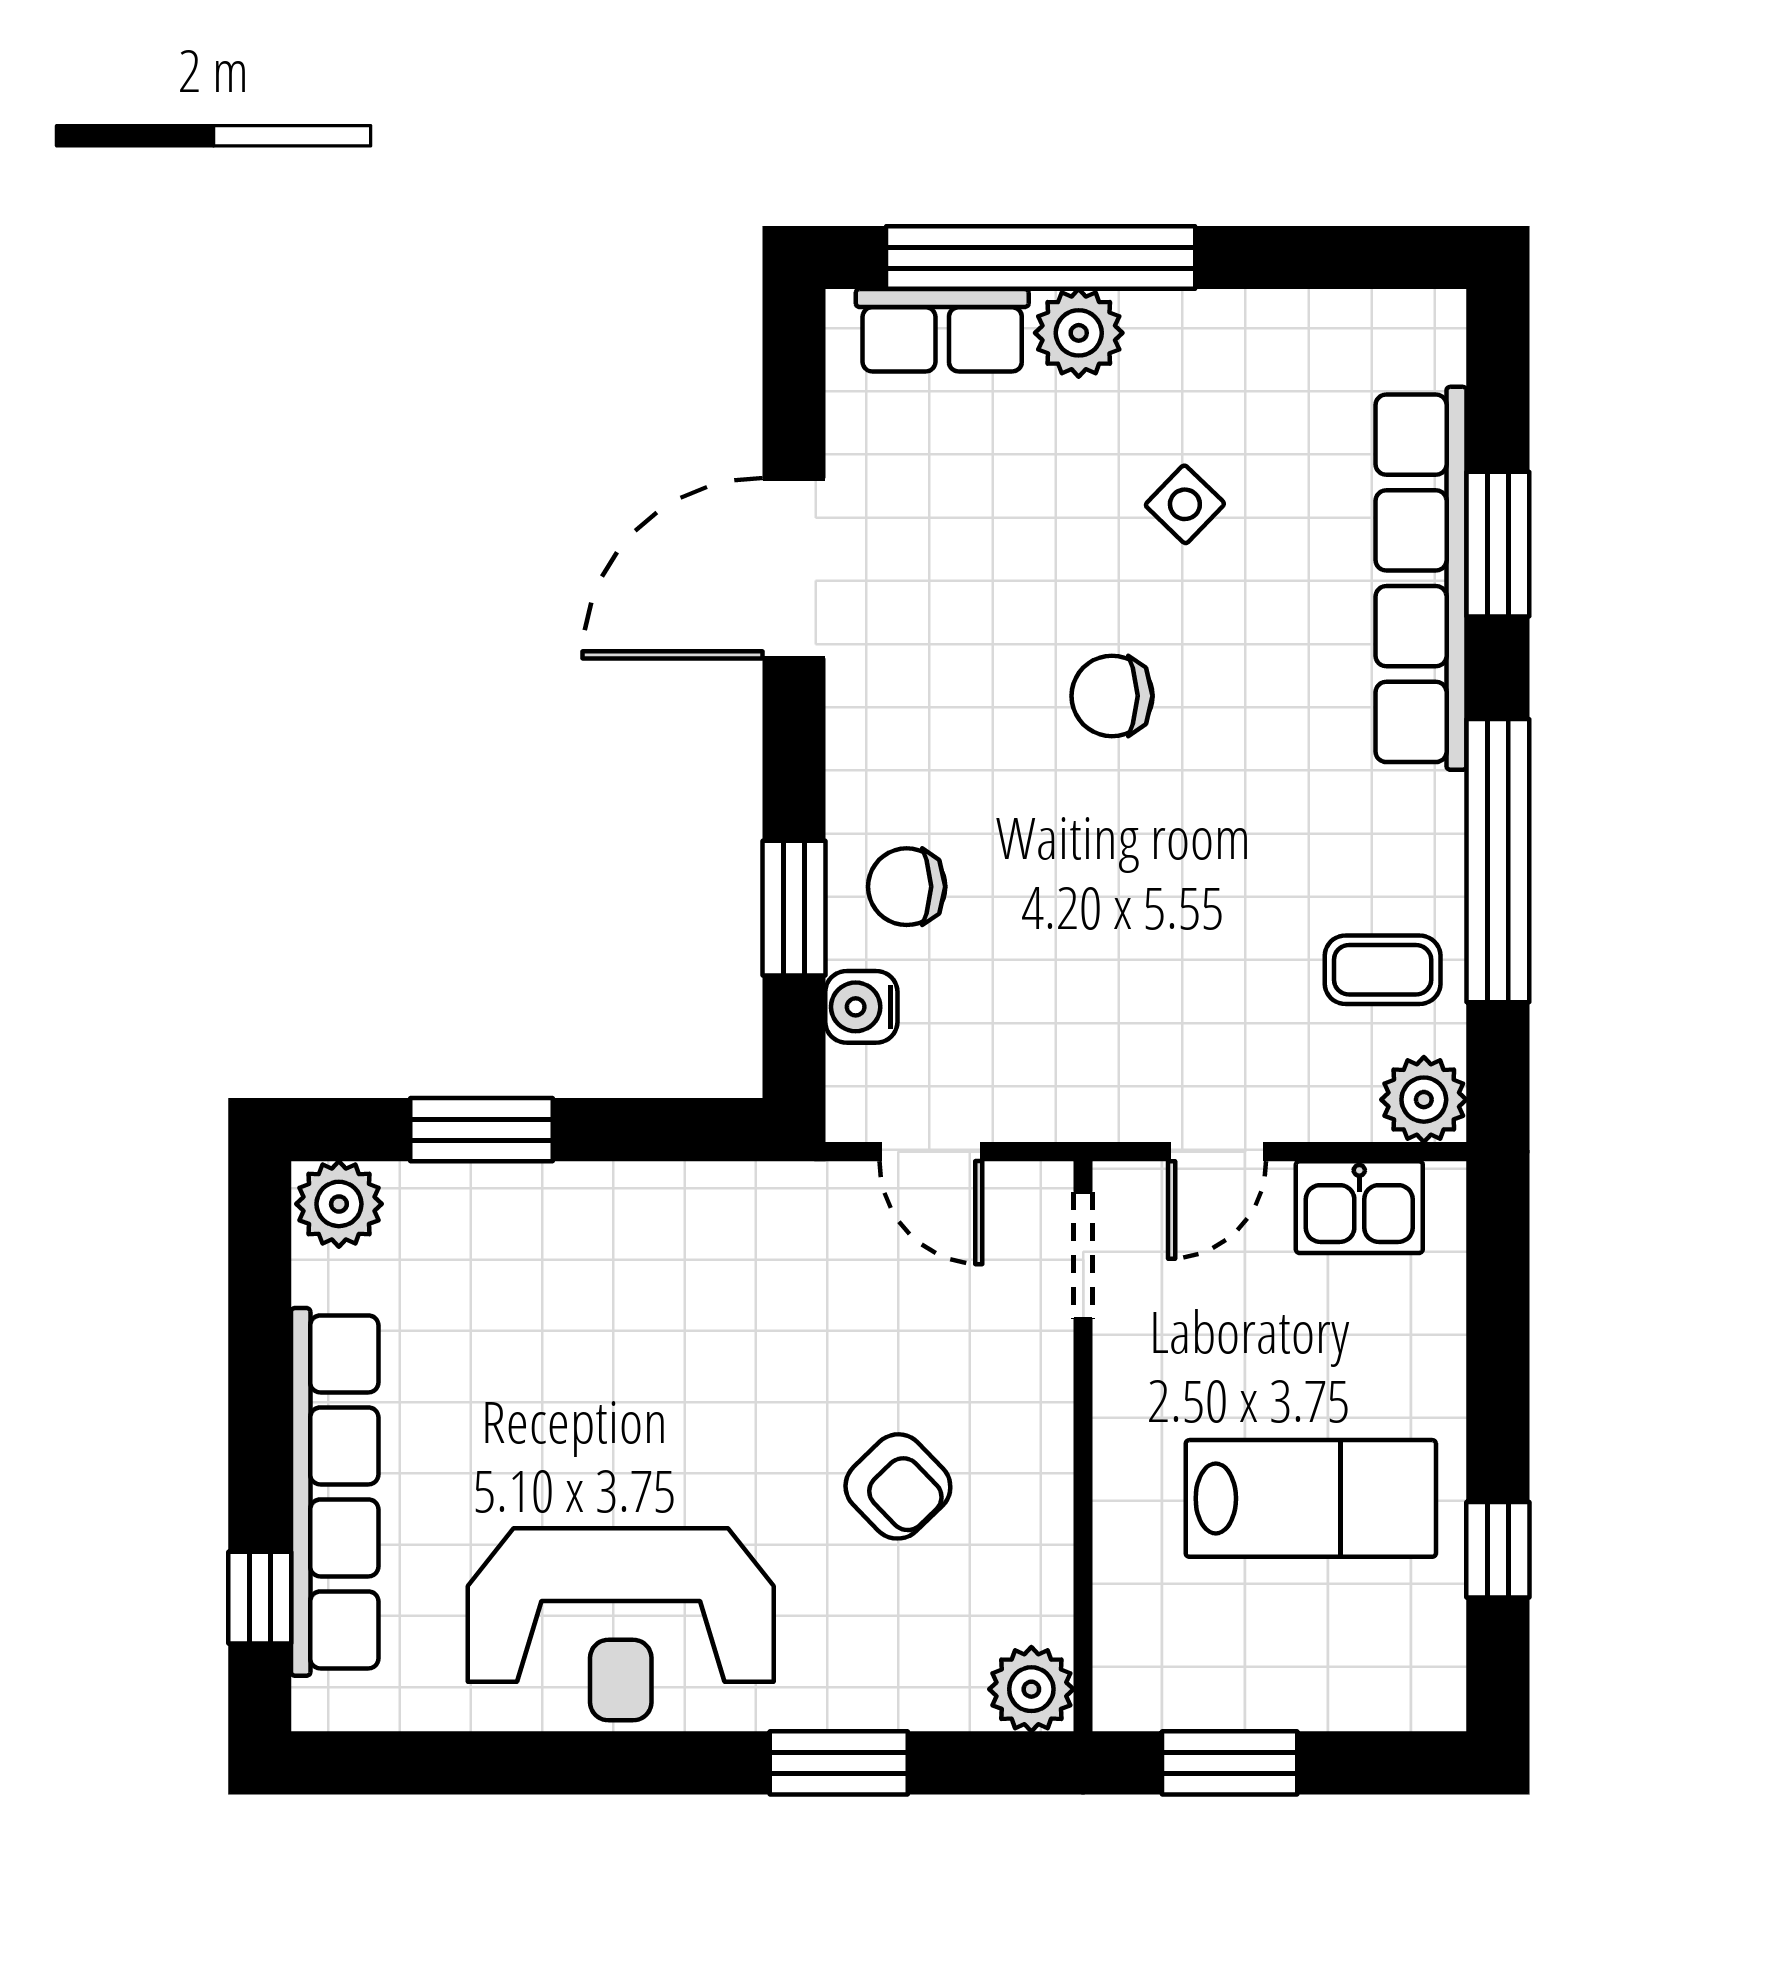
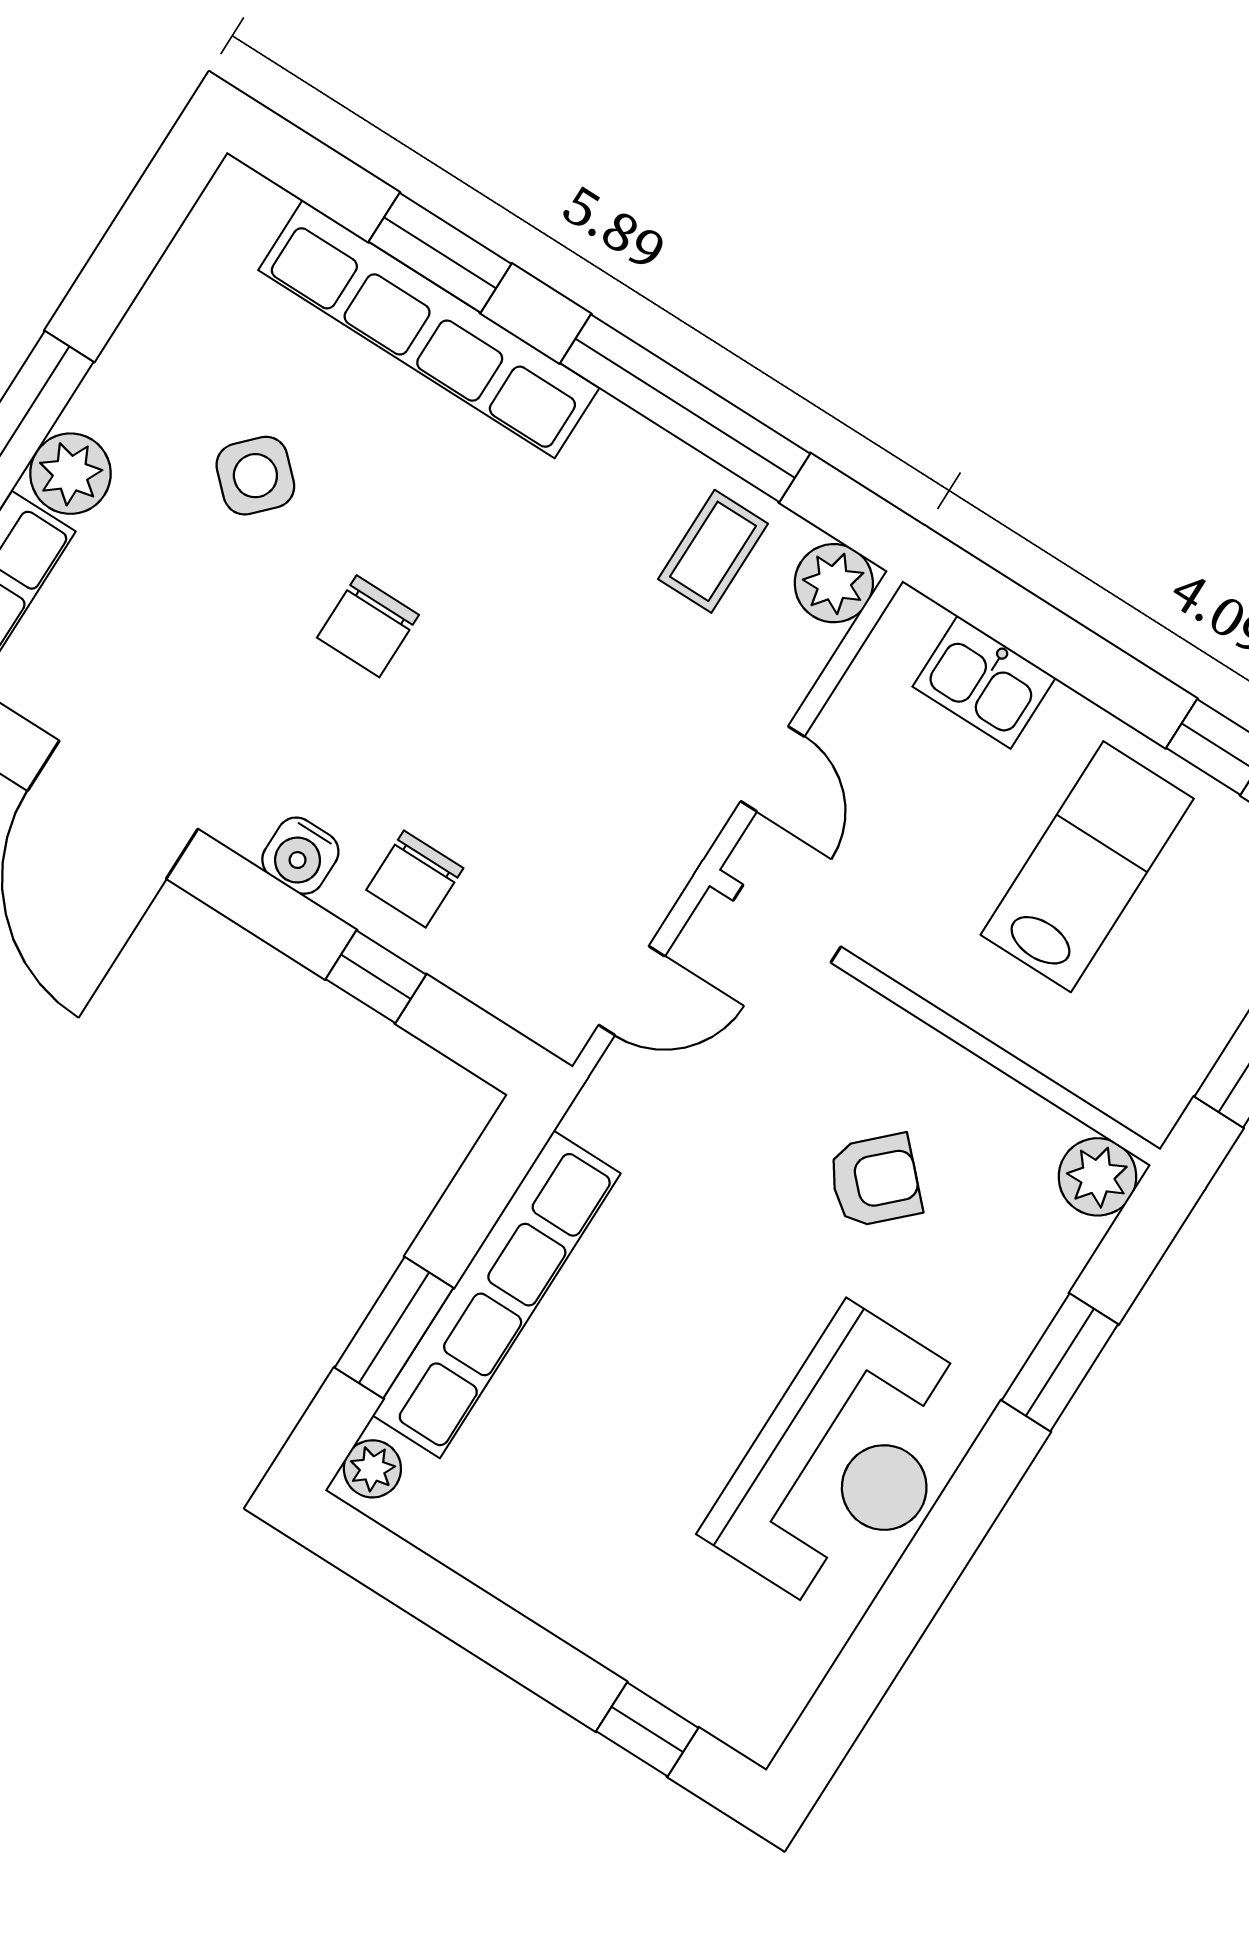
side table: (1185, 504) -> (255, 476), width x1.37, depth x1.37
window: (794, 908) -> (376, 977), width x0.67
water cooler: (861, 1007) -> (300, 856), moved
plant: (339, 1204) -> (372, 1469), width x0.73, depth x0.73
kitchen sink: (1359, 1207) -> (984, 682), moved, turned 90
row of seats: (335, 1492) -> (497, 1294), moved, turned 90

